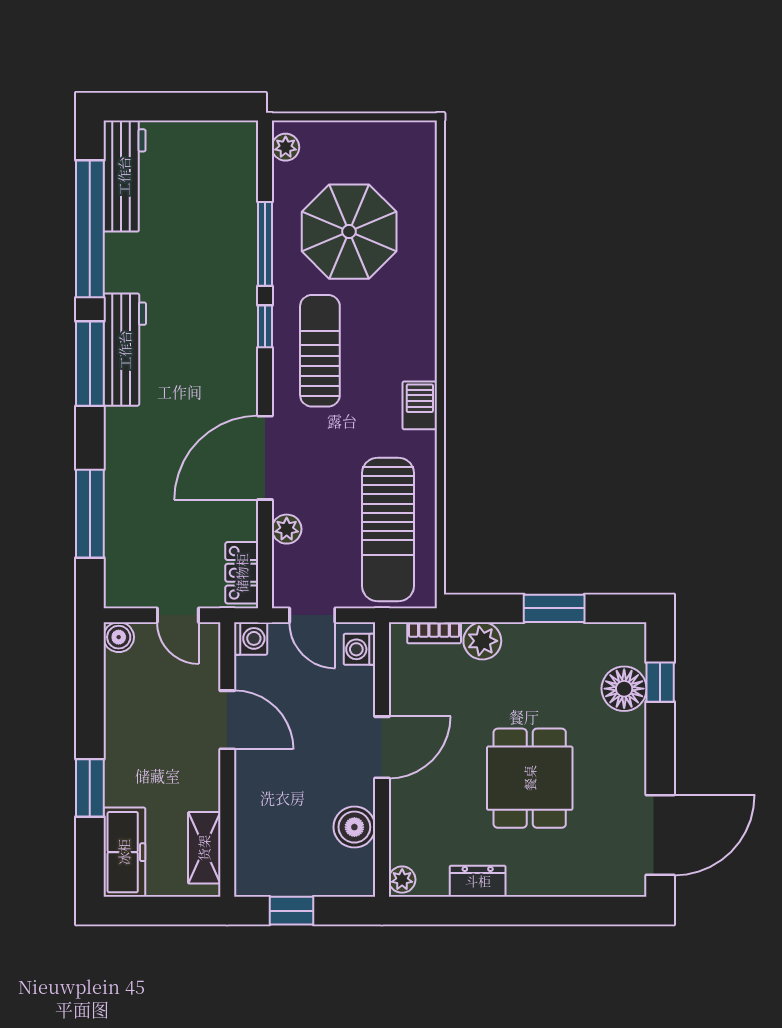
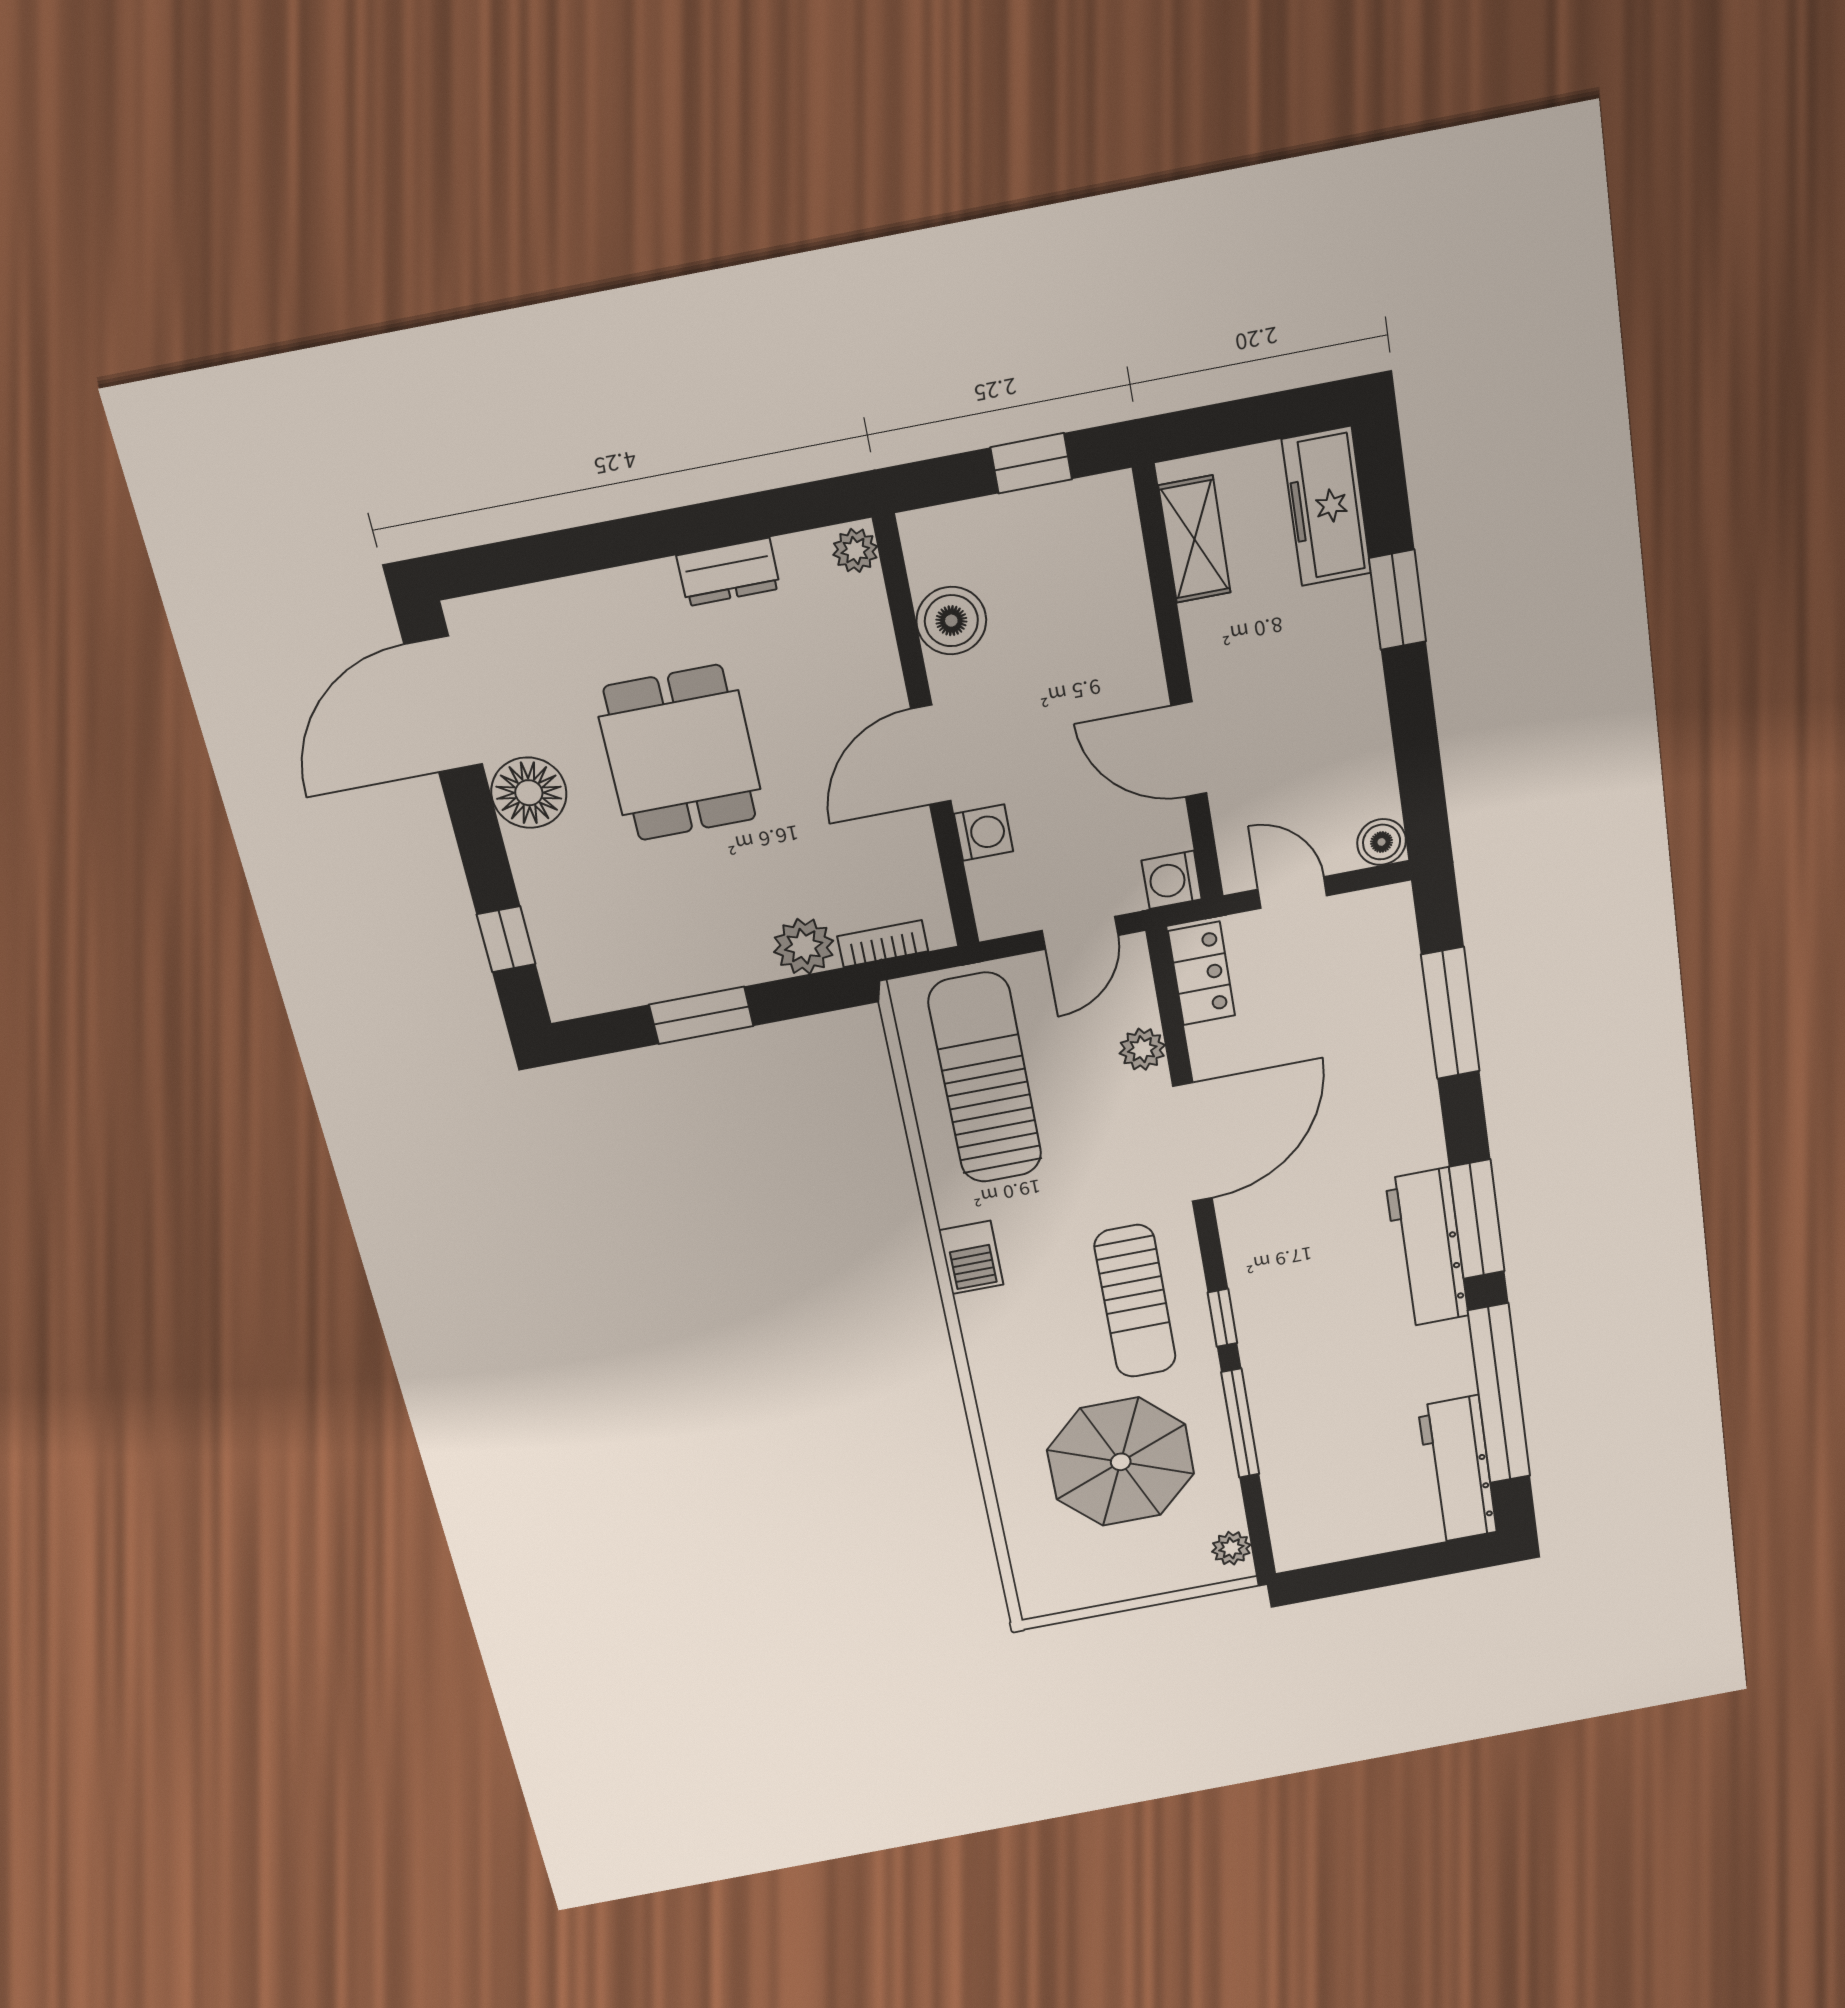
door: (312, 615) -> (1080, 933), swing flipped
washing machine: (359, 649) -> (984, 833), moved
floor lamp: (624, 689) -> (529, 793), moved

